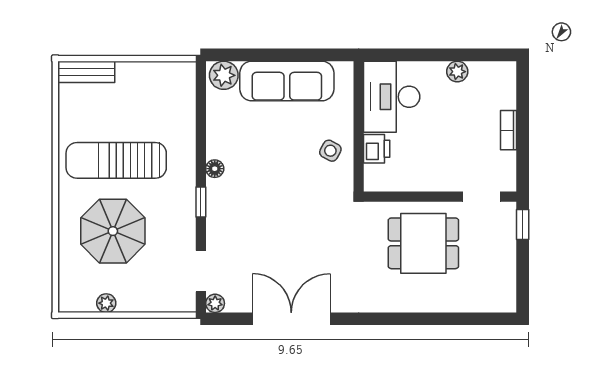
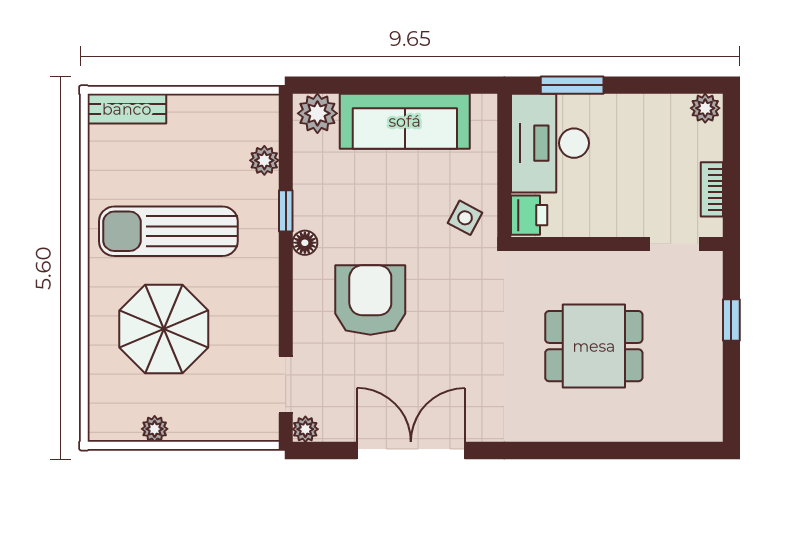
window: (408, 55) -> (572, 85), added
plant: (457, 72) -> (705, 108), moved
plant: (185, 109) -> (264, 160), added
wall: (440, 197) -> (617, 244), moved
doorway: (482, 197) -> (674, 244), moved
window: (201, 202) -> (286, 211), moved
armchair: (262, 210) -> (370, 300), added

